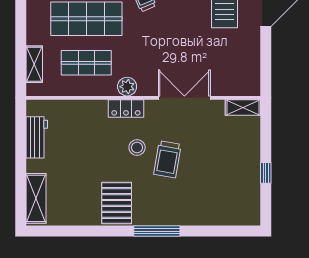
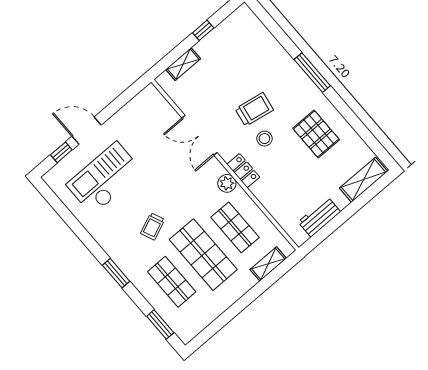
shelving: (243, 107) -> (183, 64), moved, turned 90
pallet: (117, 203) -> (316, 134), moved, turned 90

